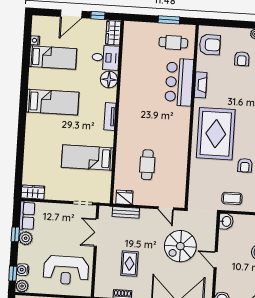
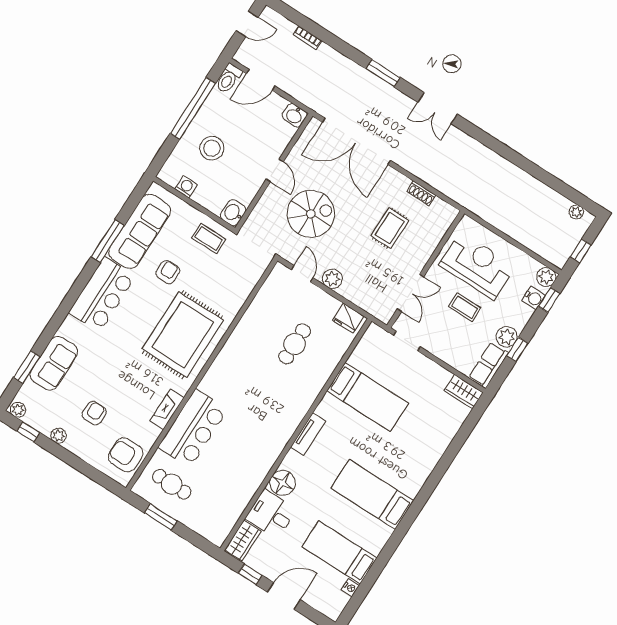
bench: (126, 212) -> (357, 298), removed
plant: (147, 215) -> (332, 279), added
coffee table: (60, 242) -> (465, 307), added

